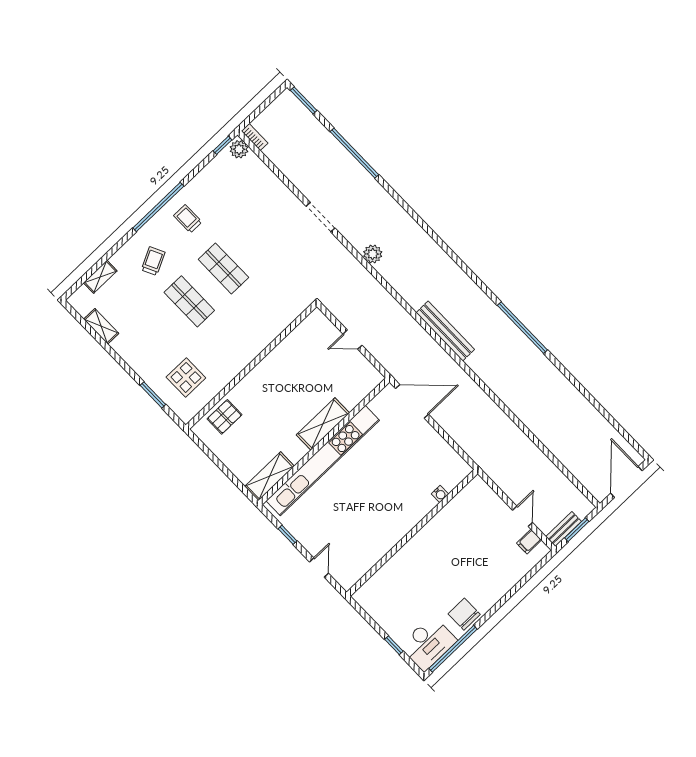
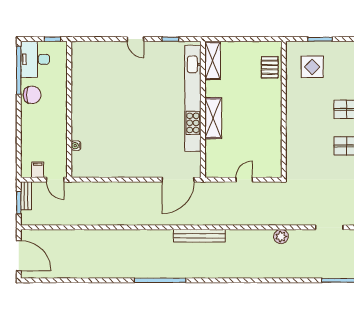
water cooler: (440, 494) -> (76, 146), moved
wall: (412, 533) -> (69, 109), moved

